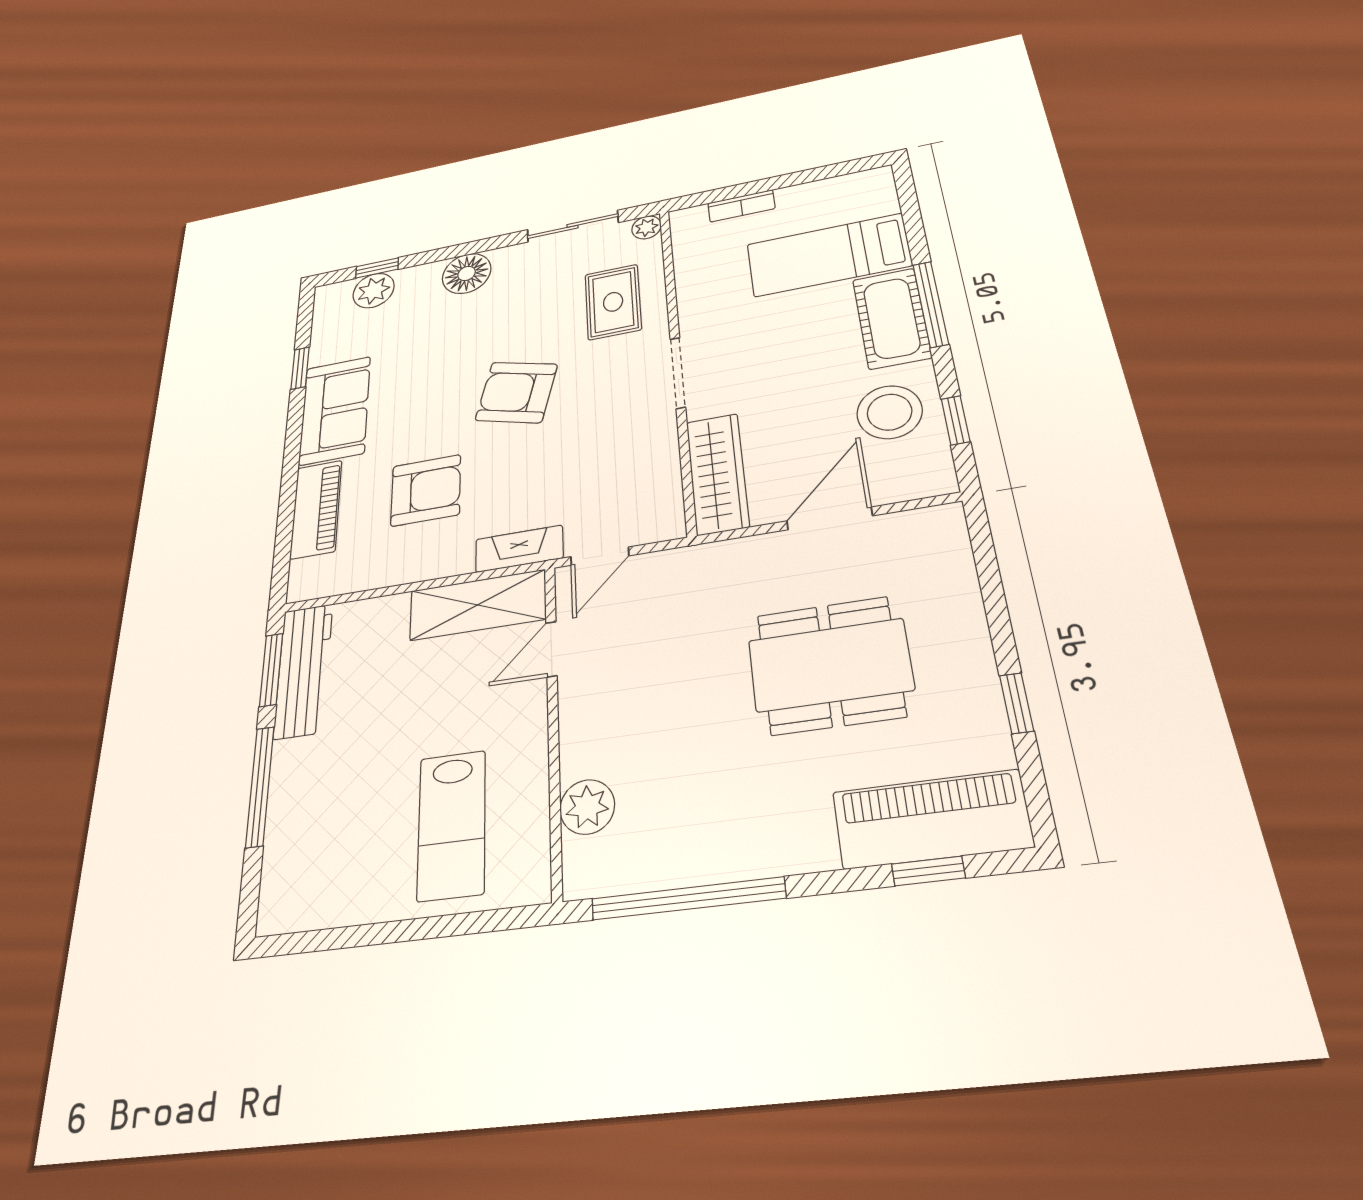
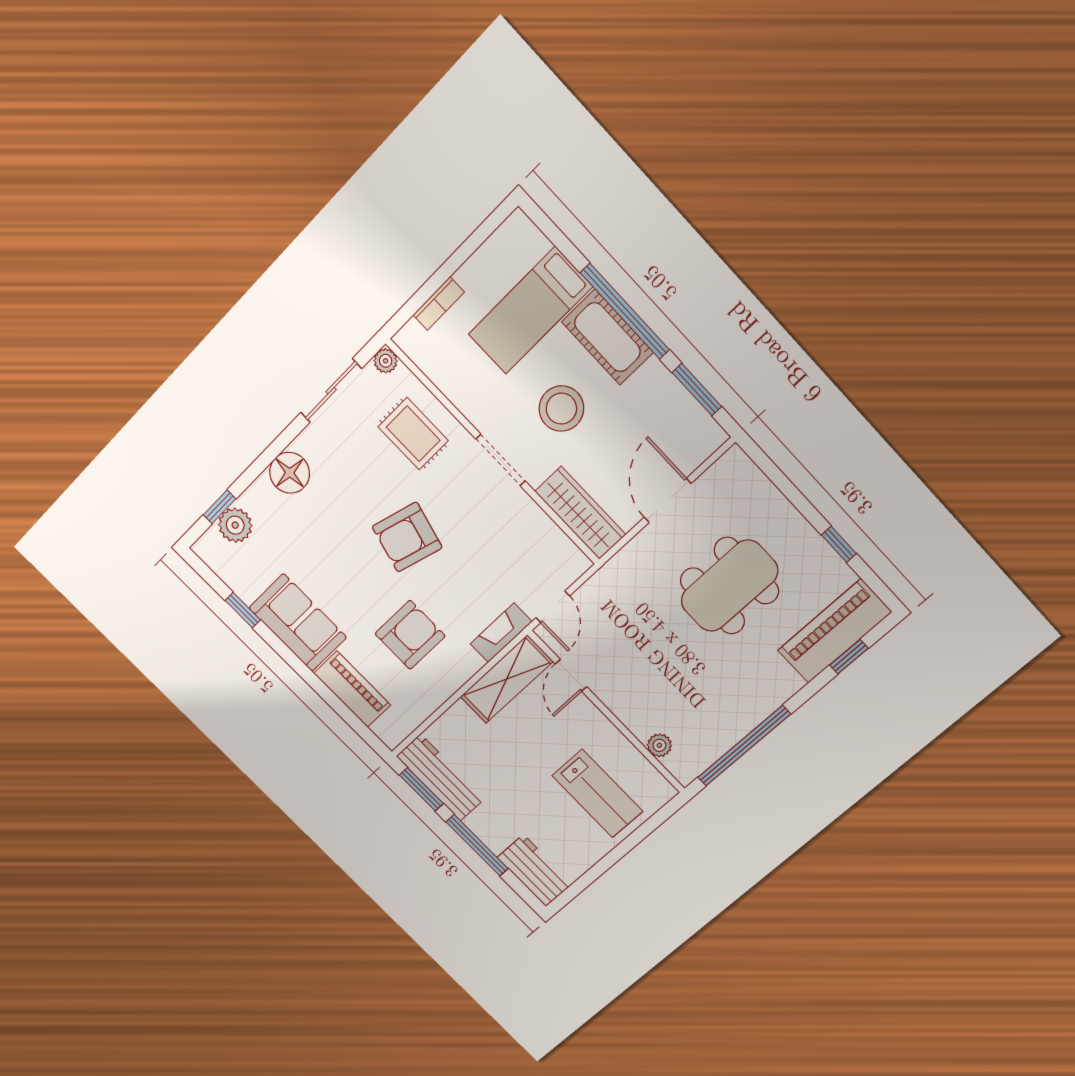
window: (931, 304) -> (625, 311), width x1.46
stool: (890, 412) -> (561, 409), moved
window: (956, 420) -> (697, 390), width x1.50
plant: (587, 807) -> (659, 745), width x0.73, depth x0.73
workbench: (289, 874) -> (535, 871), added

